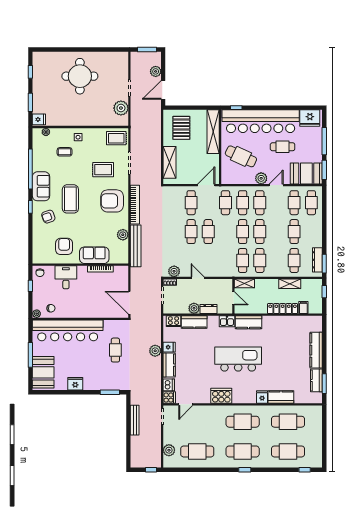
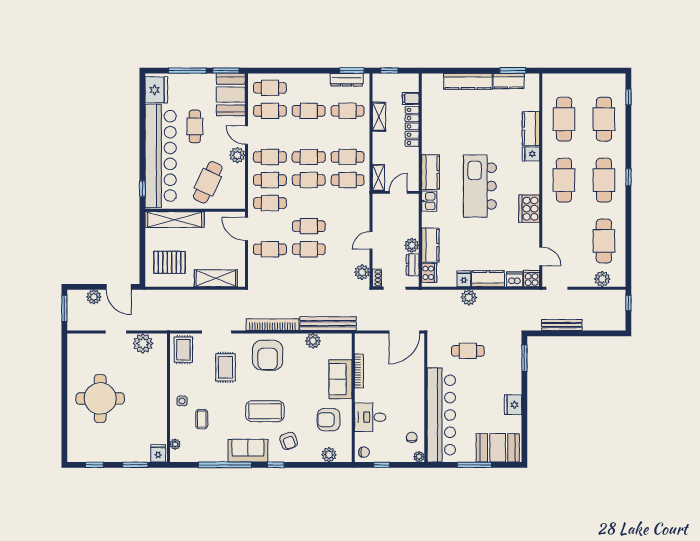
plant: (38, 247) -> (329, 455), added
dresser: (209, 309) -> (413, 265), moved

